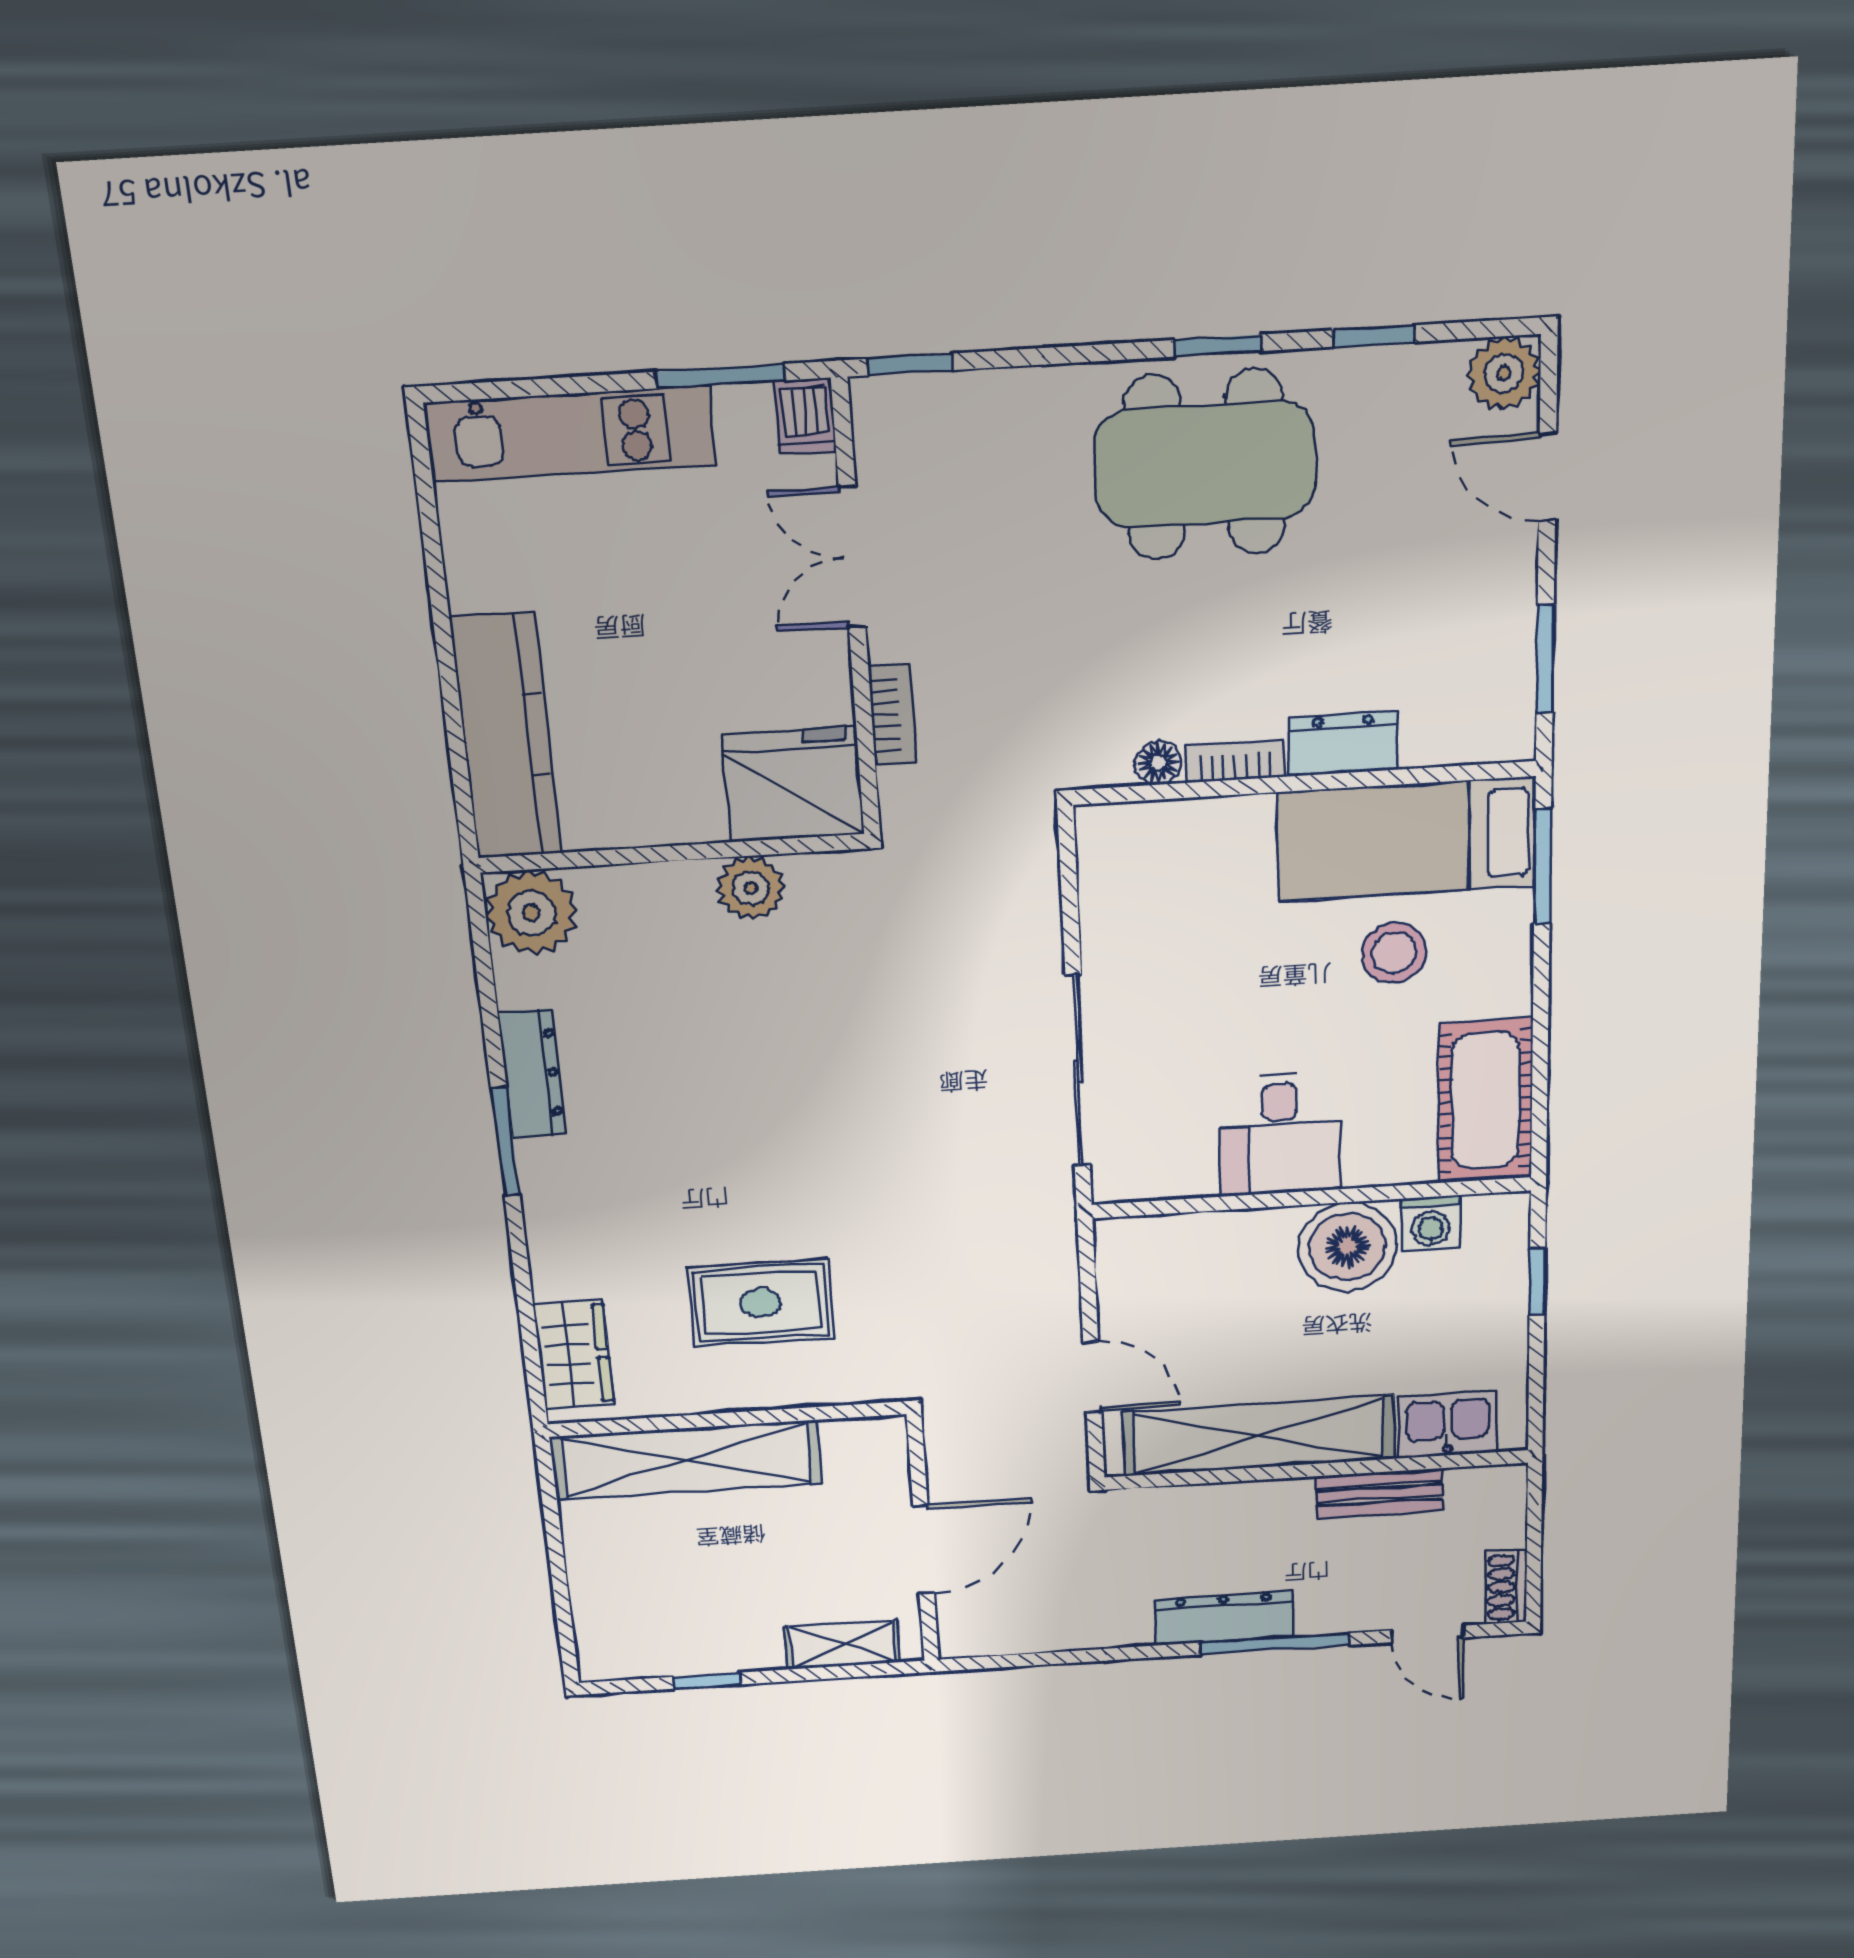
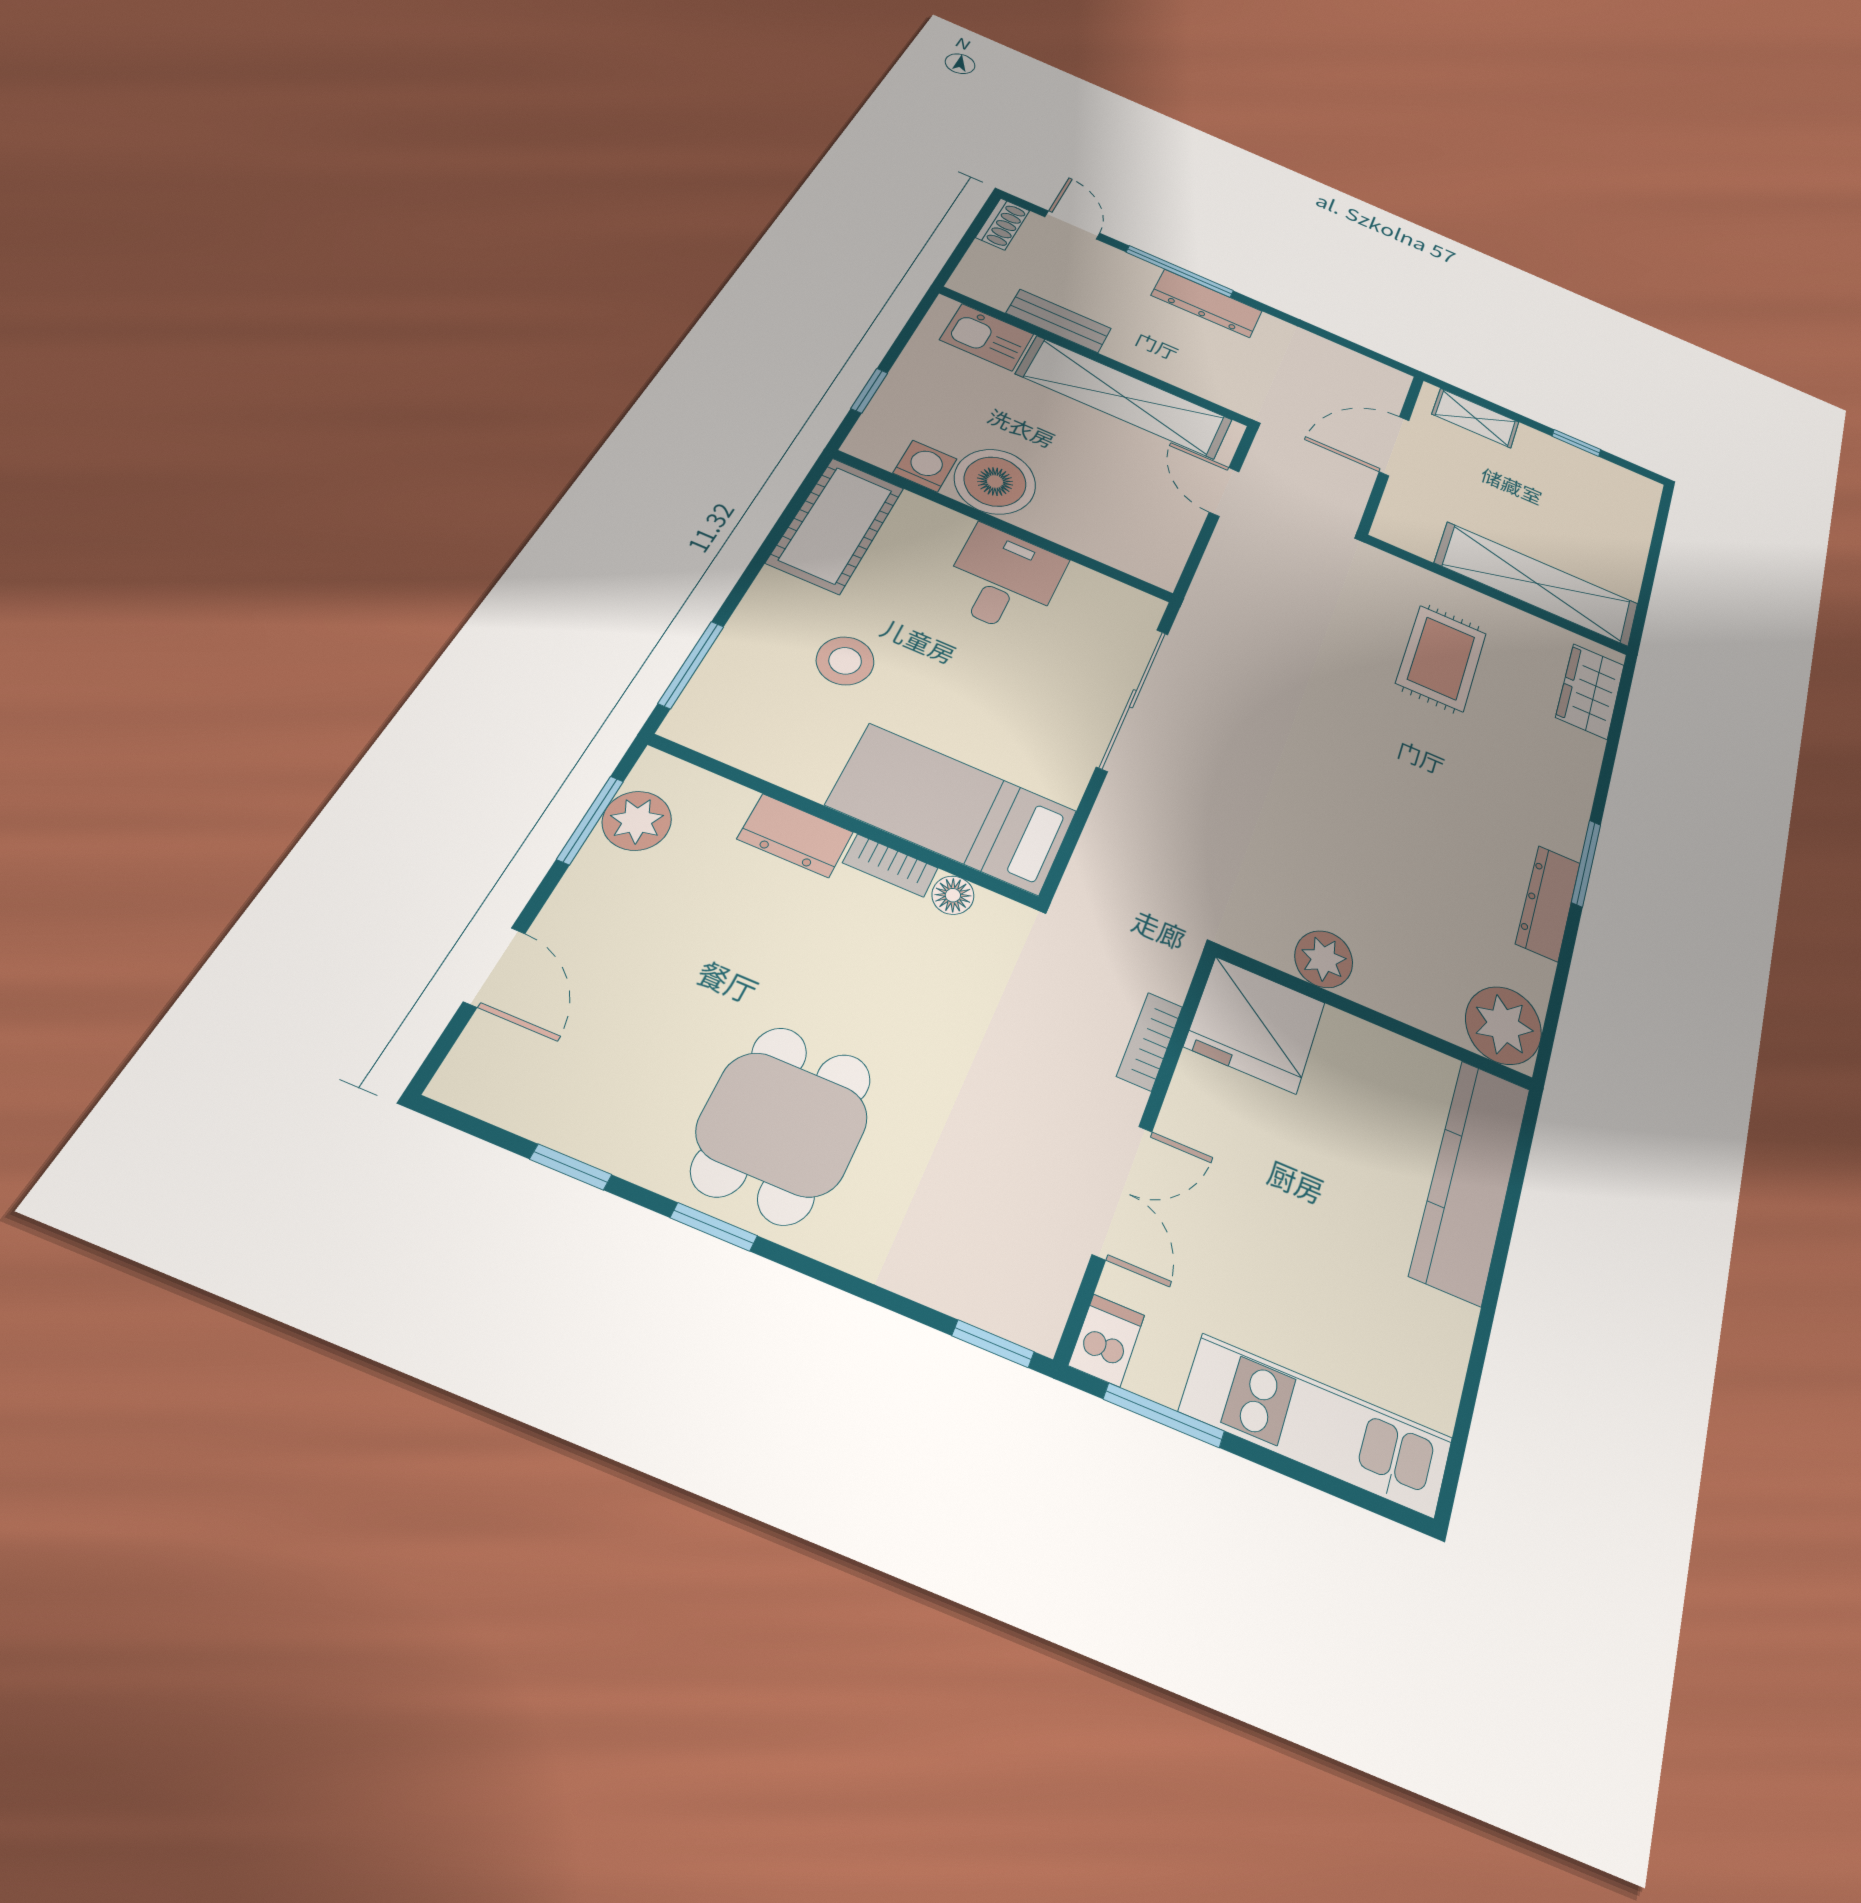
plant: (1504, 373) -> (637, 821), moved
dining table: (1205, 465) -> (783, 1124), width x0.73
bed: (1407, 839) -> (953, 808), moved, turned 180
rug: (761, 1303) -> (1441, 658), turned 90

